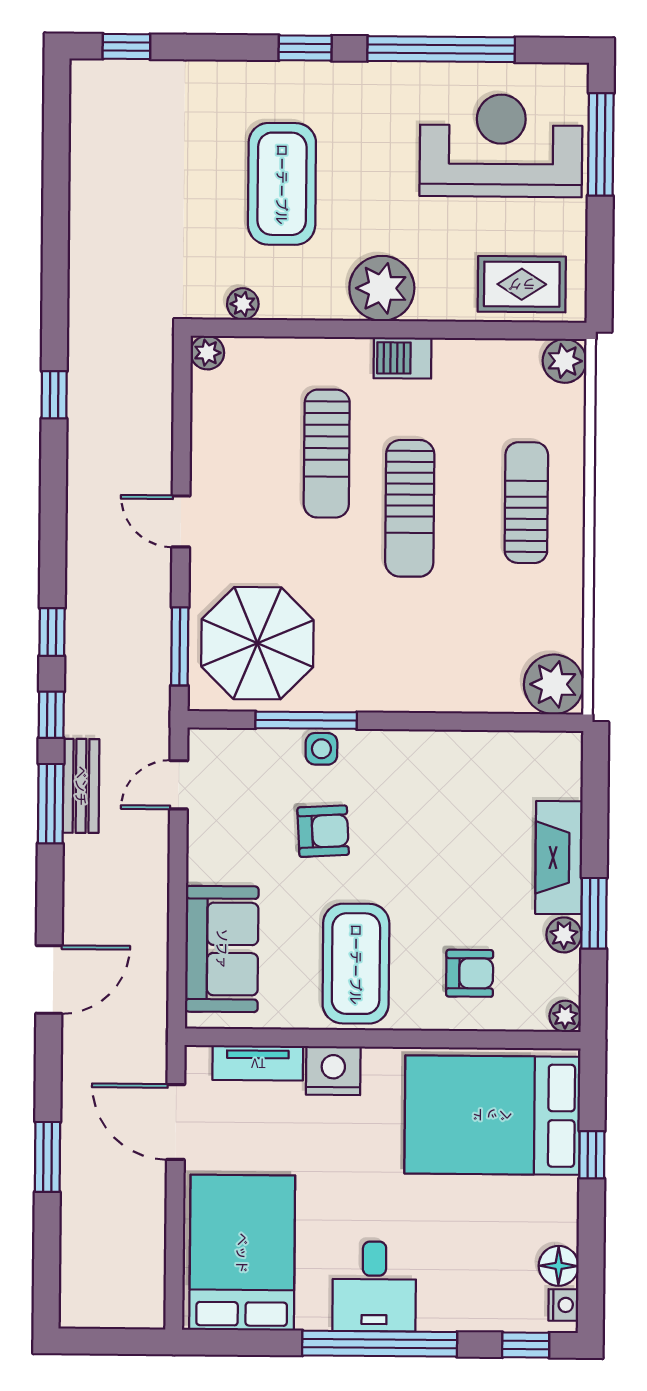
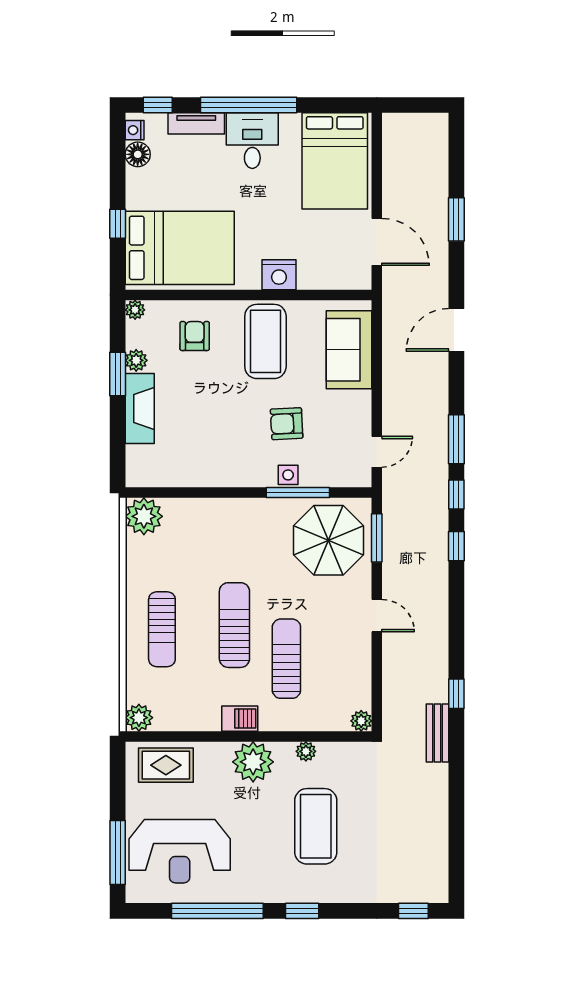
plant: (243, 304) -> (306, 751), moved
bench: (81, 786) -> (438, 733), moved
armchair: (470, 973) -> (195, 336), turned 90
tv unit: (258, 1063) -> (196, 123), moved, turned 180

